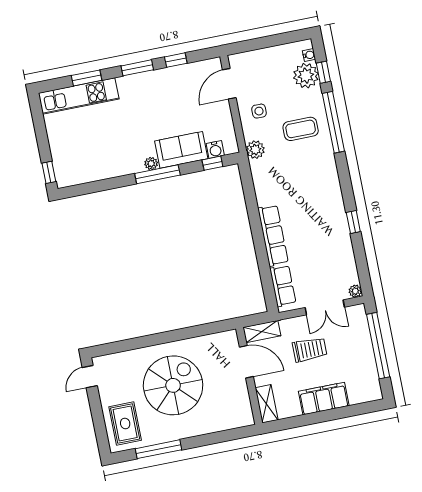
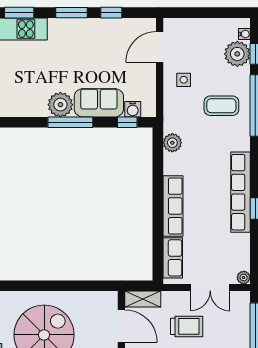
plant: (255, 150) -> (172, 143), moved
plant: (151, 164) -> (60, 105), width x1.87, depth x1.87
row of seats: (336, 209) -> (241, 192), added

